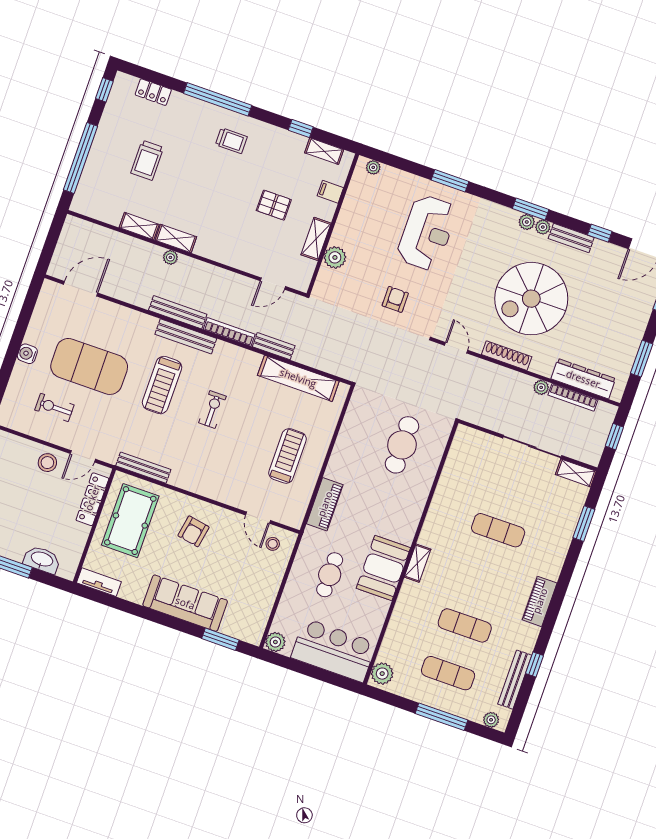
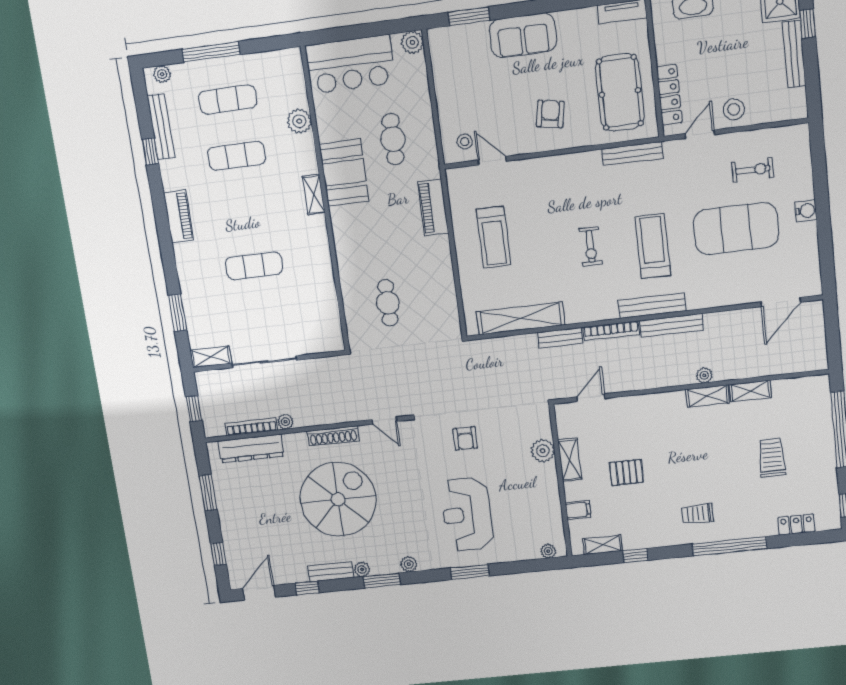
plant: (527, 222) -> (409, 564), moved
cafe table: (402, 445) -> (388, 303), width x0.73, depth x0.74
sofa: (185, 603) -> (523, 35), width x0.73
plant: (382, 674) -> (299, 121), moved

